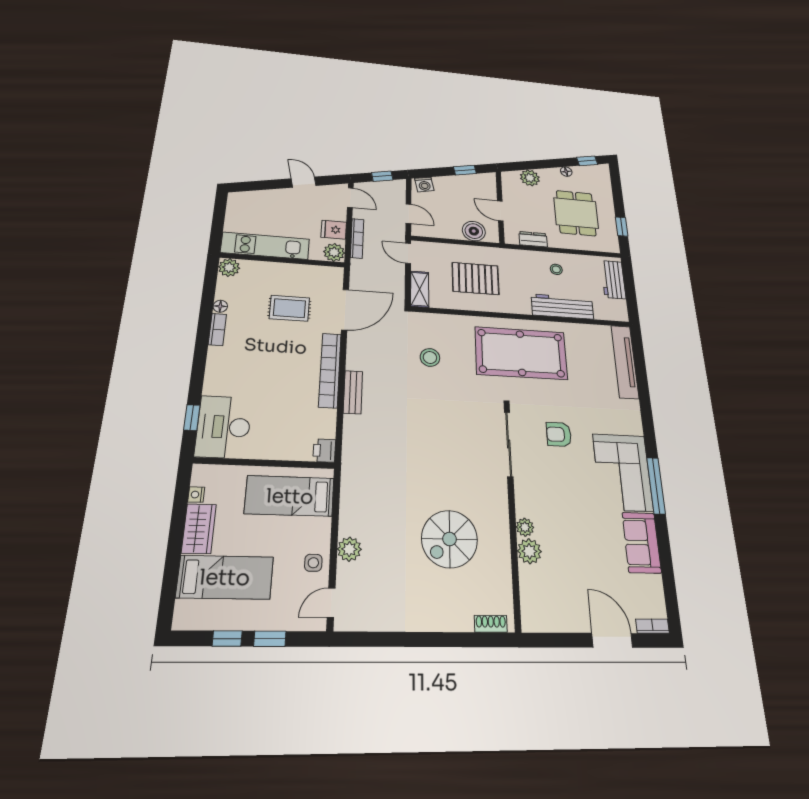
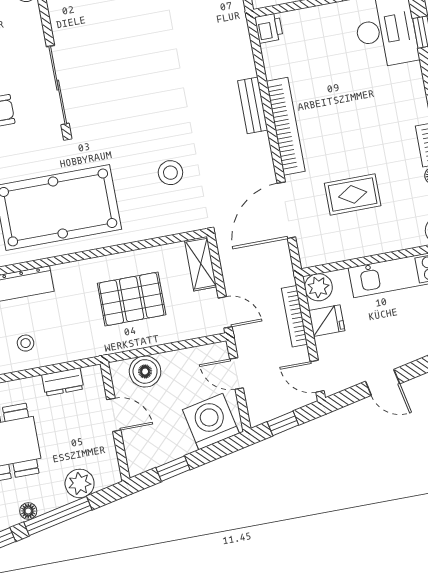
window: (547, 164) -> (58, 516), added
washing machine: (424, 184) -> (211, 422), width x1.89, depth x1.89

